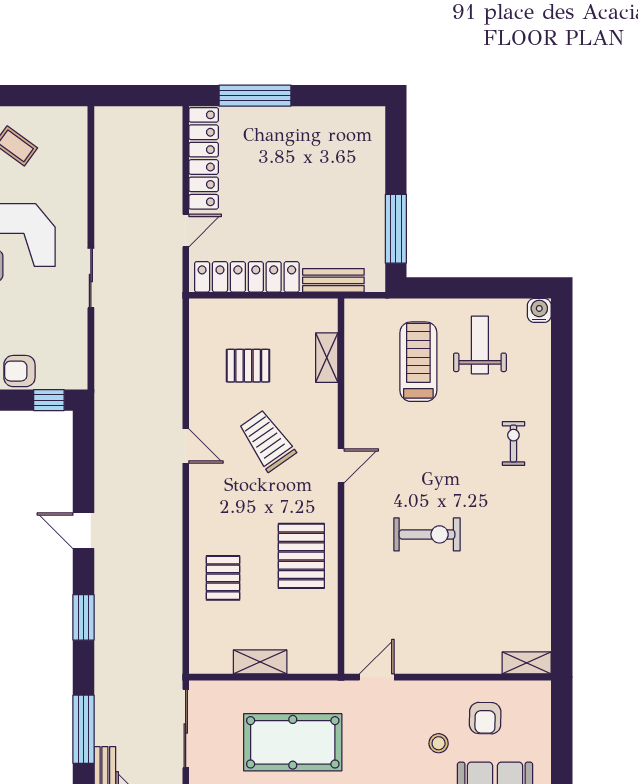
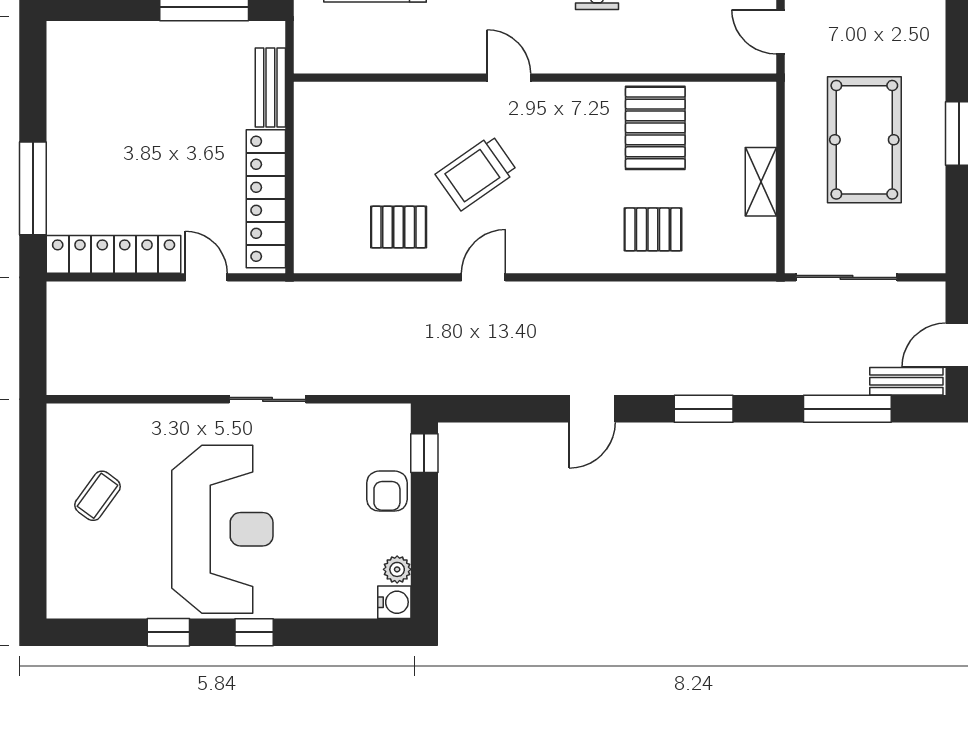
shelving: (327, 358) -> (370, 96), removed
pallet: (248, 366) -> (399, 227), moved, turned 90
pallet: (301, 556) -> (655, 128), moved, turned 90

